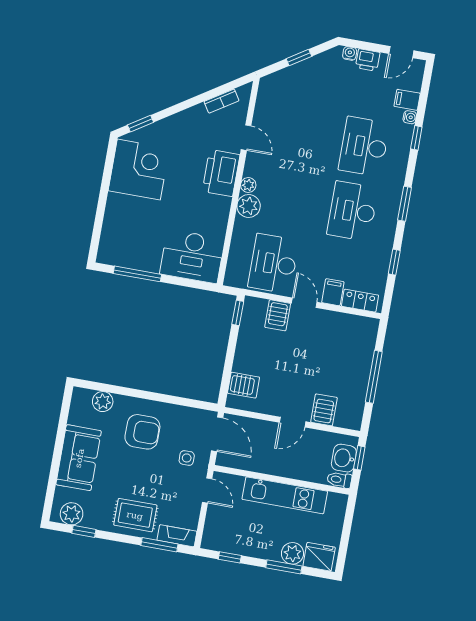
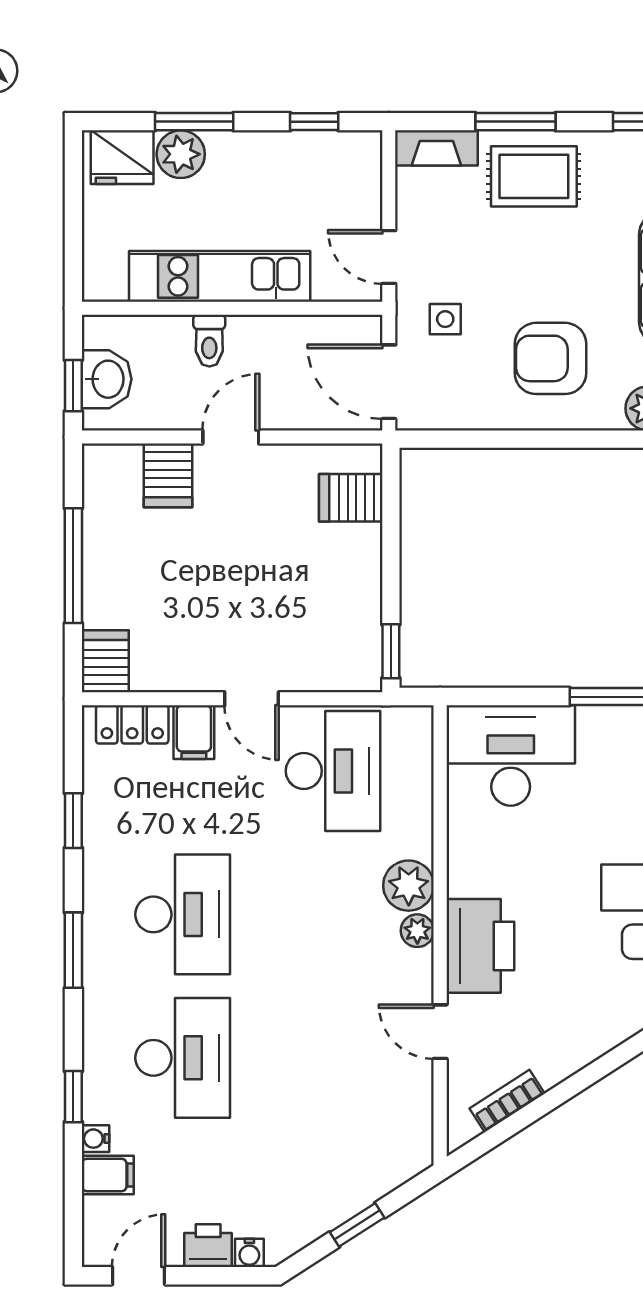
server rack: (278, 315) -> (105, 661), moved
toilet: (339, 480) -> (209, 341), moved, turned 90
window: (159, 545) -> (515, 122), moved

